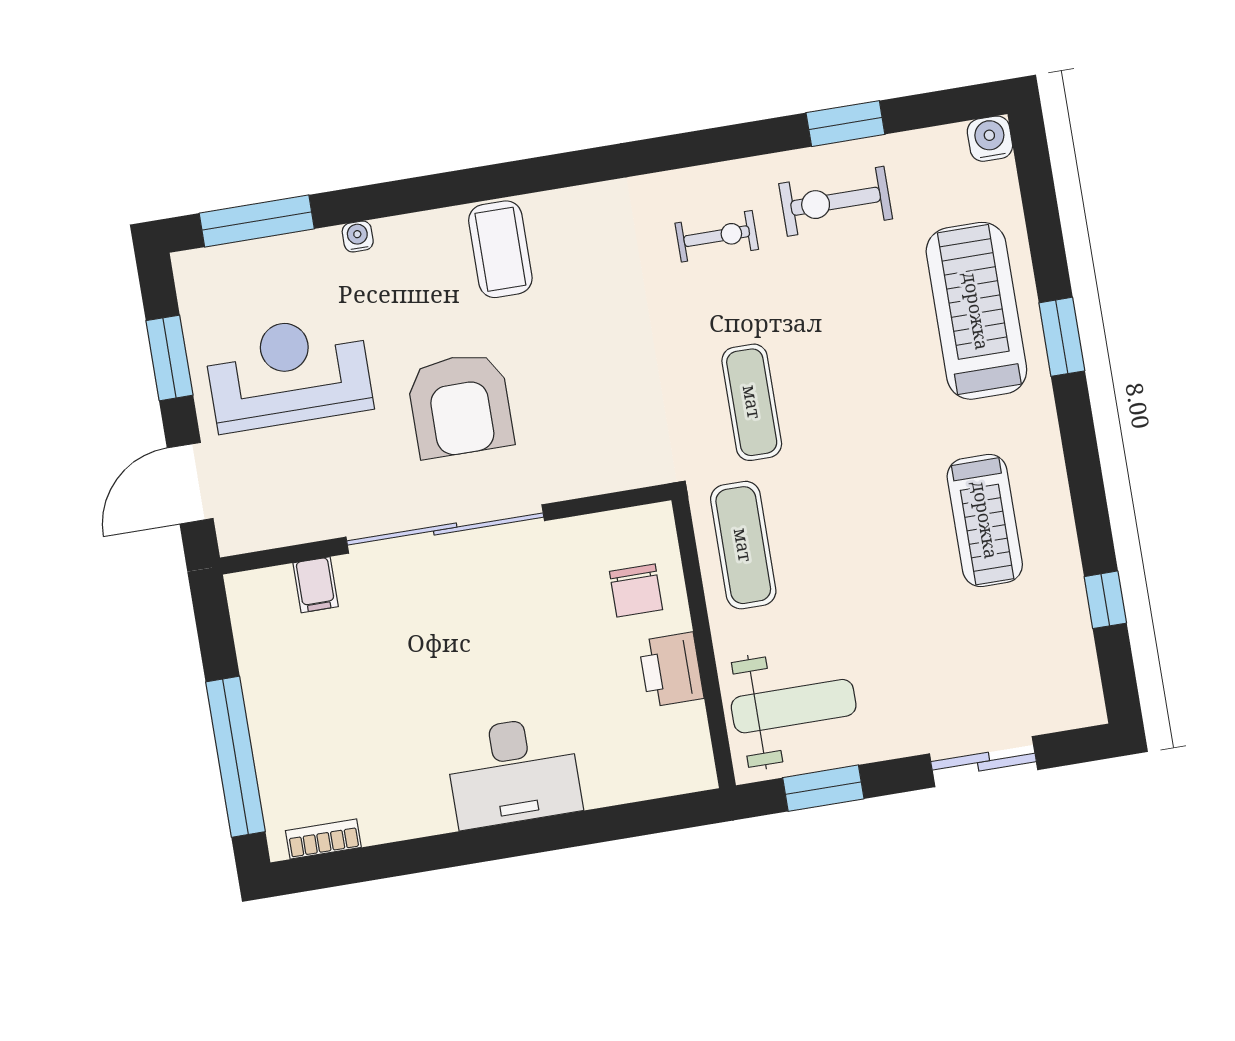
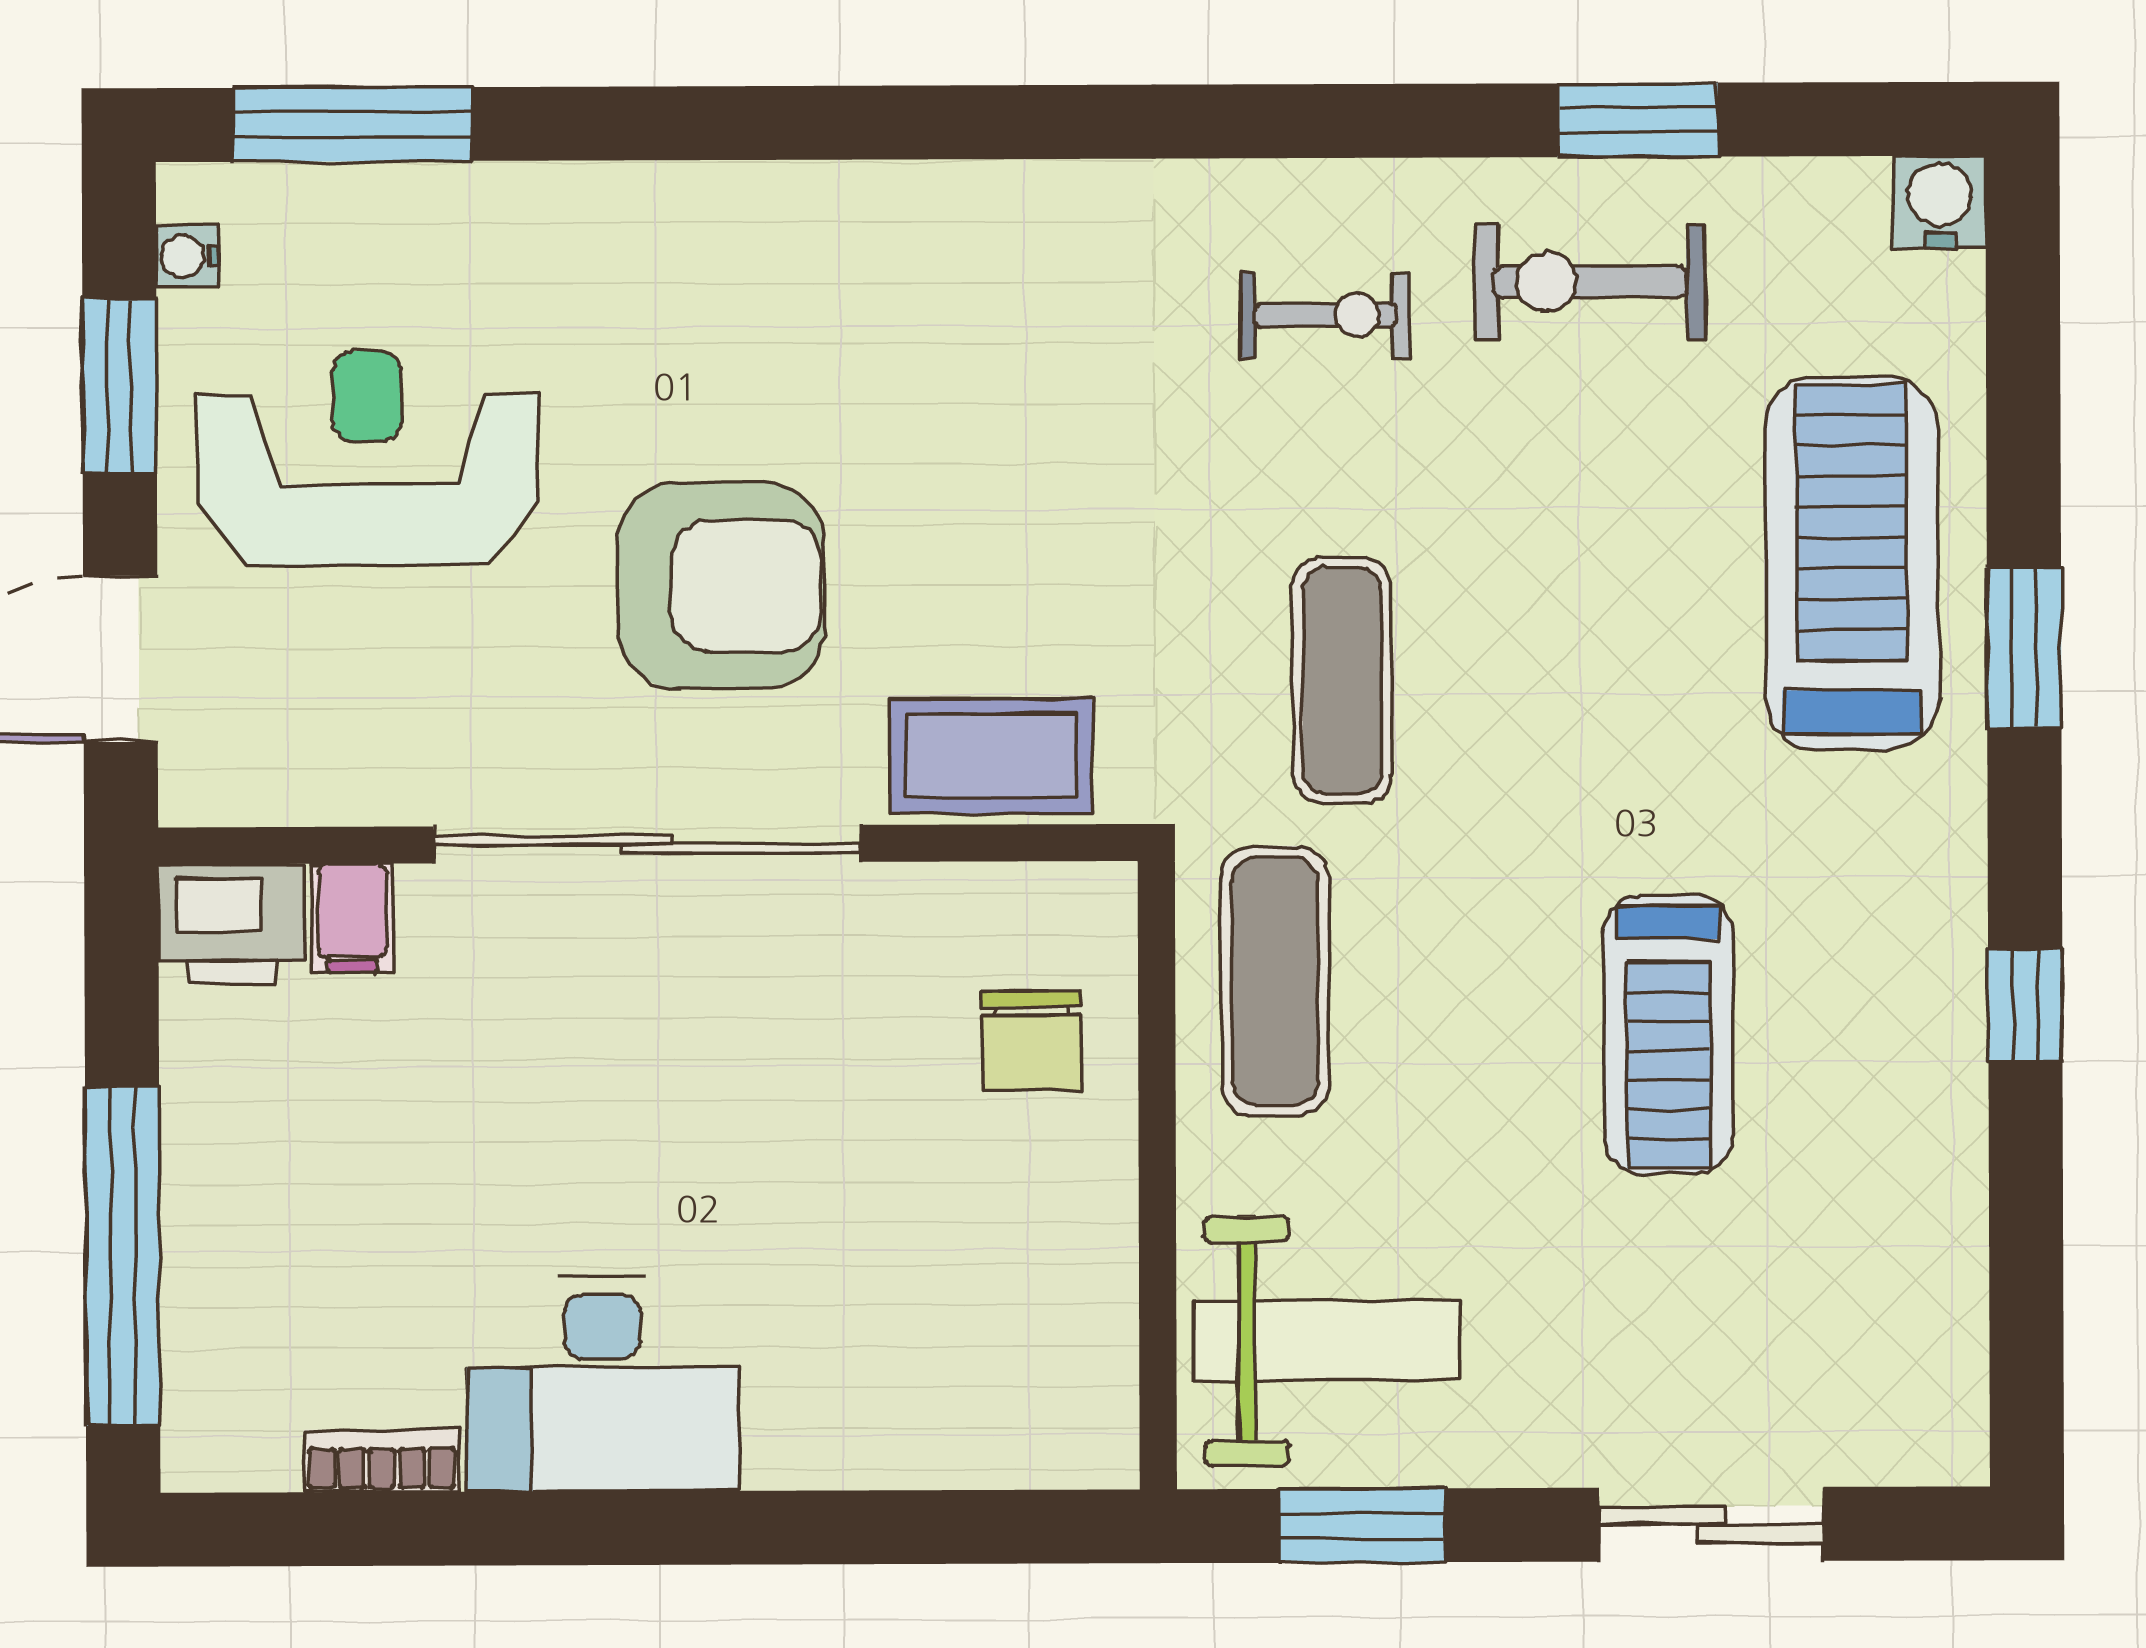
water cooler: (358, 236) -> (187, 256), moved, turned -90
coffee table: (500, 249) -> (991, 756), moved, turned 90
armchair: (460, 405) -> (721, 586), turned -90
treadmill: (985, 520) -> (1669, 1034), moved
window: (1105, 600) -> (2025, 1005), moved
printer: (671, 670) -> (231, 924), moved, turned -90
desk: (513, 772) -> (603, 1384), moved
bookcase: (323, 839) -> (382, 1461), moved

